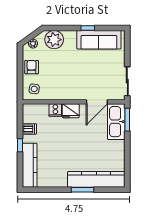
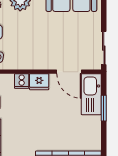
door: (97, 102) -> (69, 72), hinge flipped
window: (127, 120) -> (104, 108), moved

